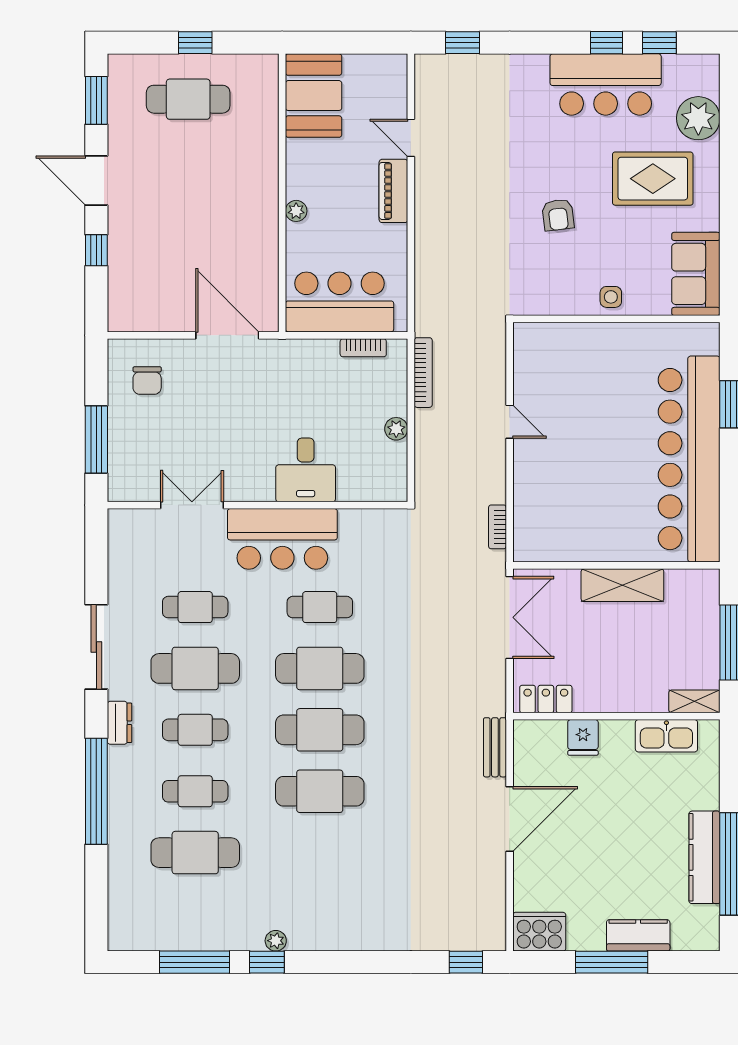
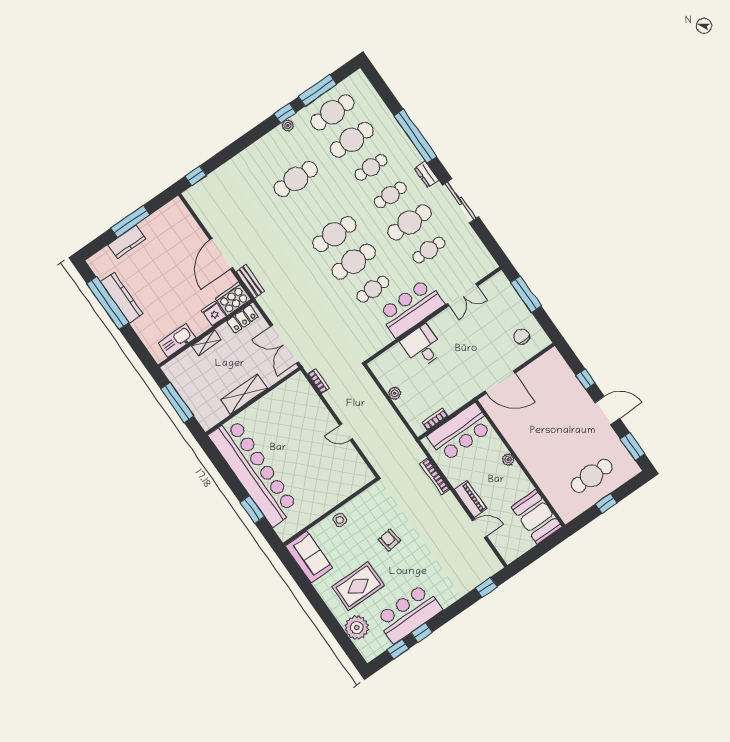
bookcase: (423, 373) -> (435, 476), moved
shelving: (694, 701) -> (207, 343), moved
cafe table: (320, 791) -> (296, 179), moved
cafe table: (195, 914) -> (332, 112), added
cooker: (539, 932) -> (233, 299), moved, turned 180

